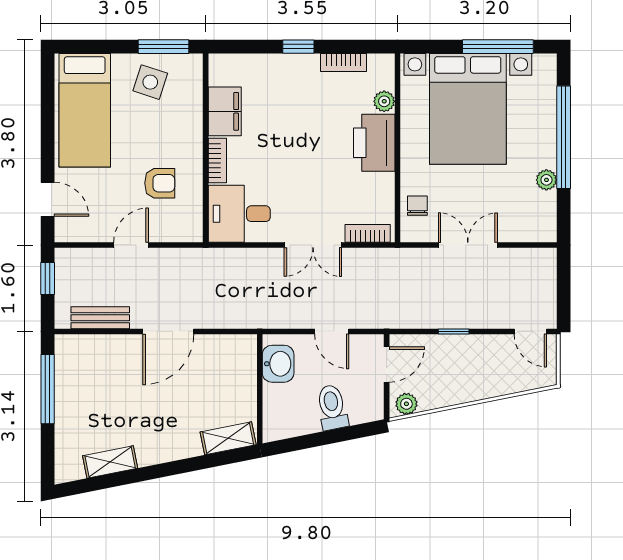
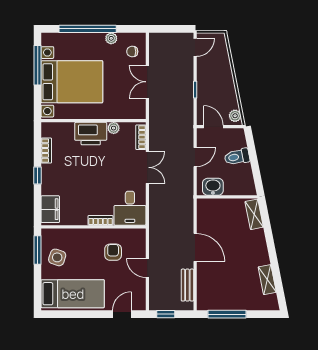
plant: (384, 101) -> (114, 128), moved
filing cabinet: (225, 111) -> (50, 209), moved, turned 90
chair: (417, 206) -> (132, 52), moved

